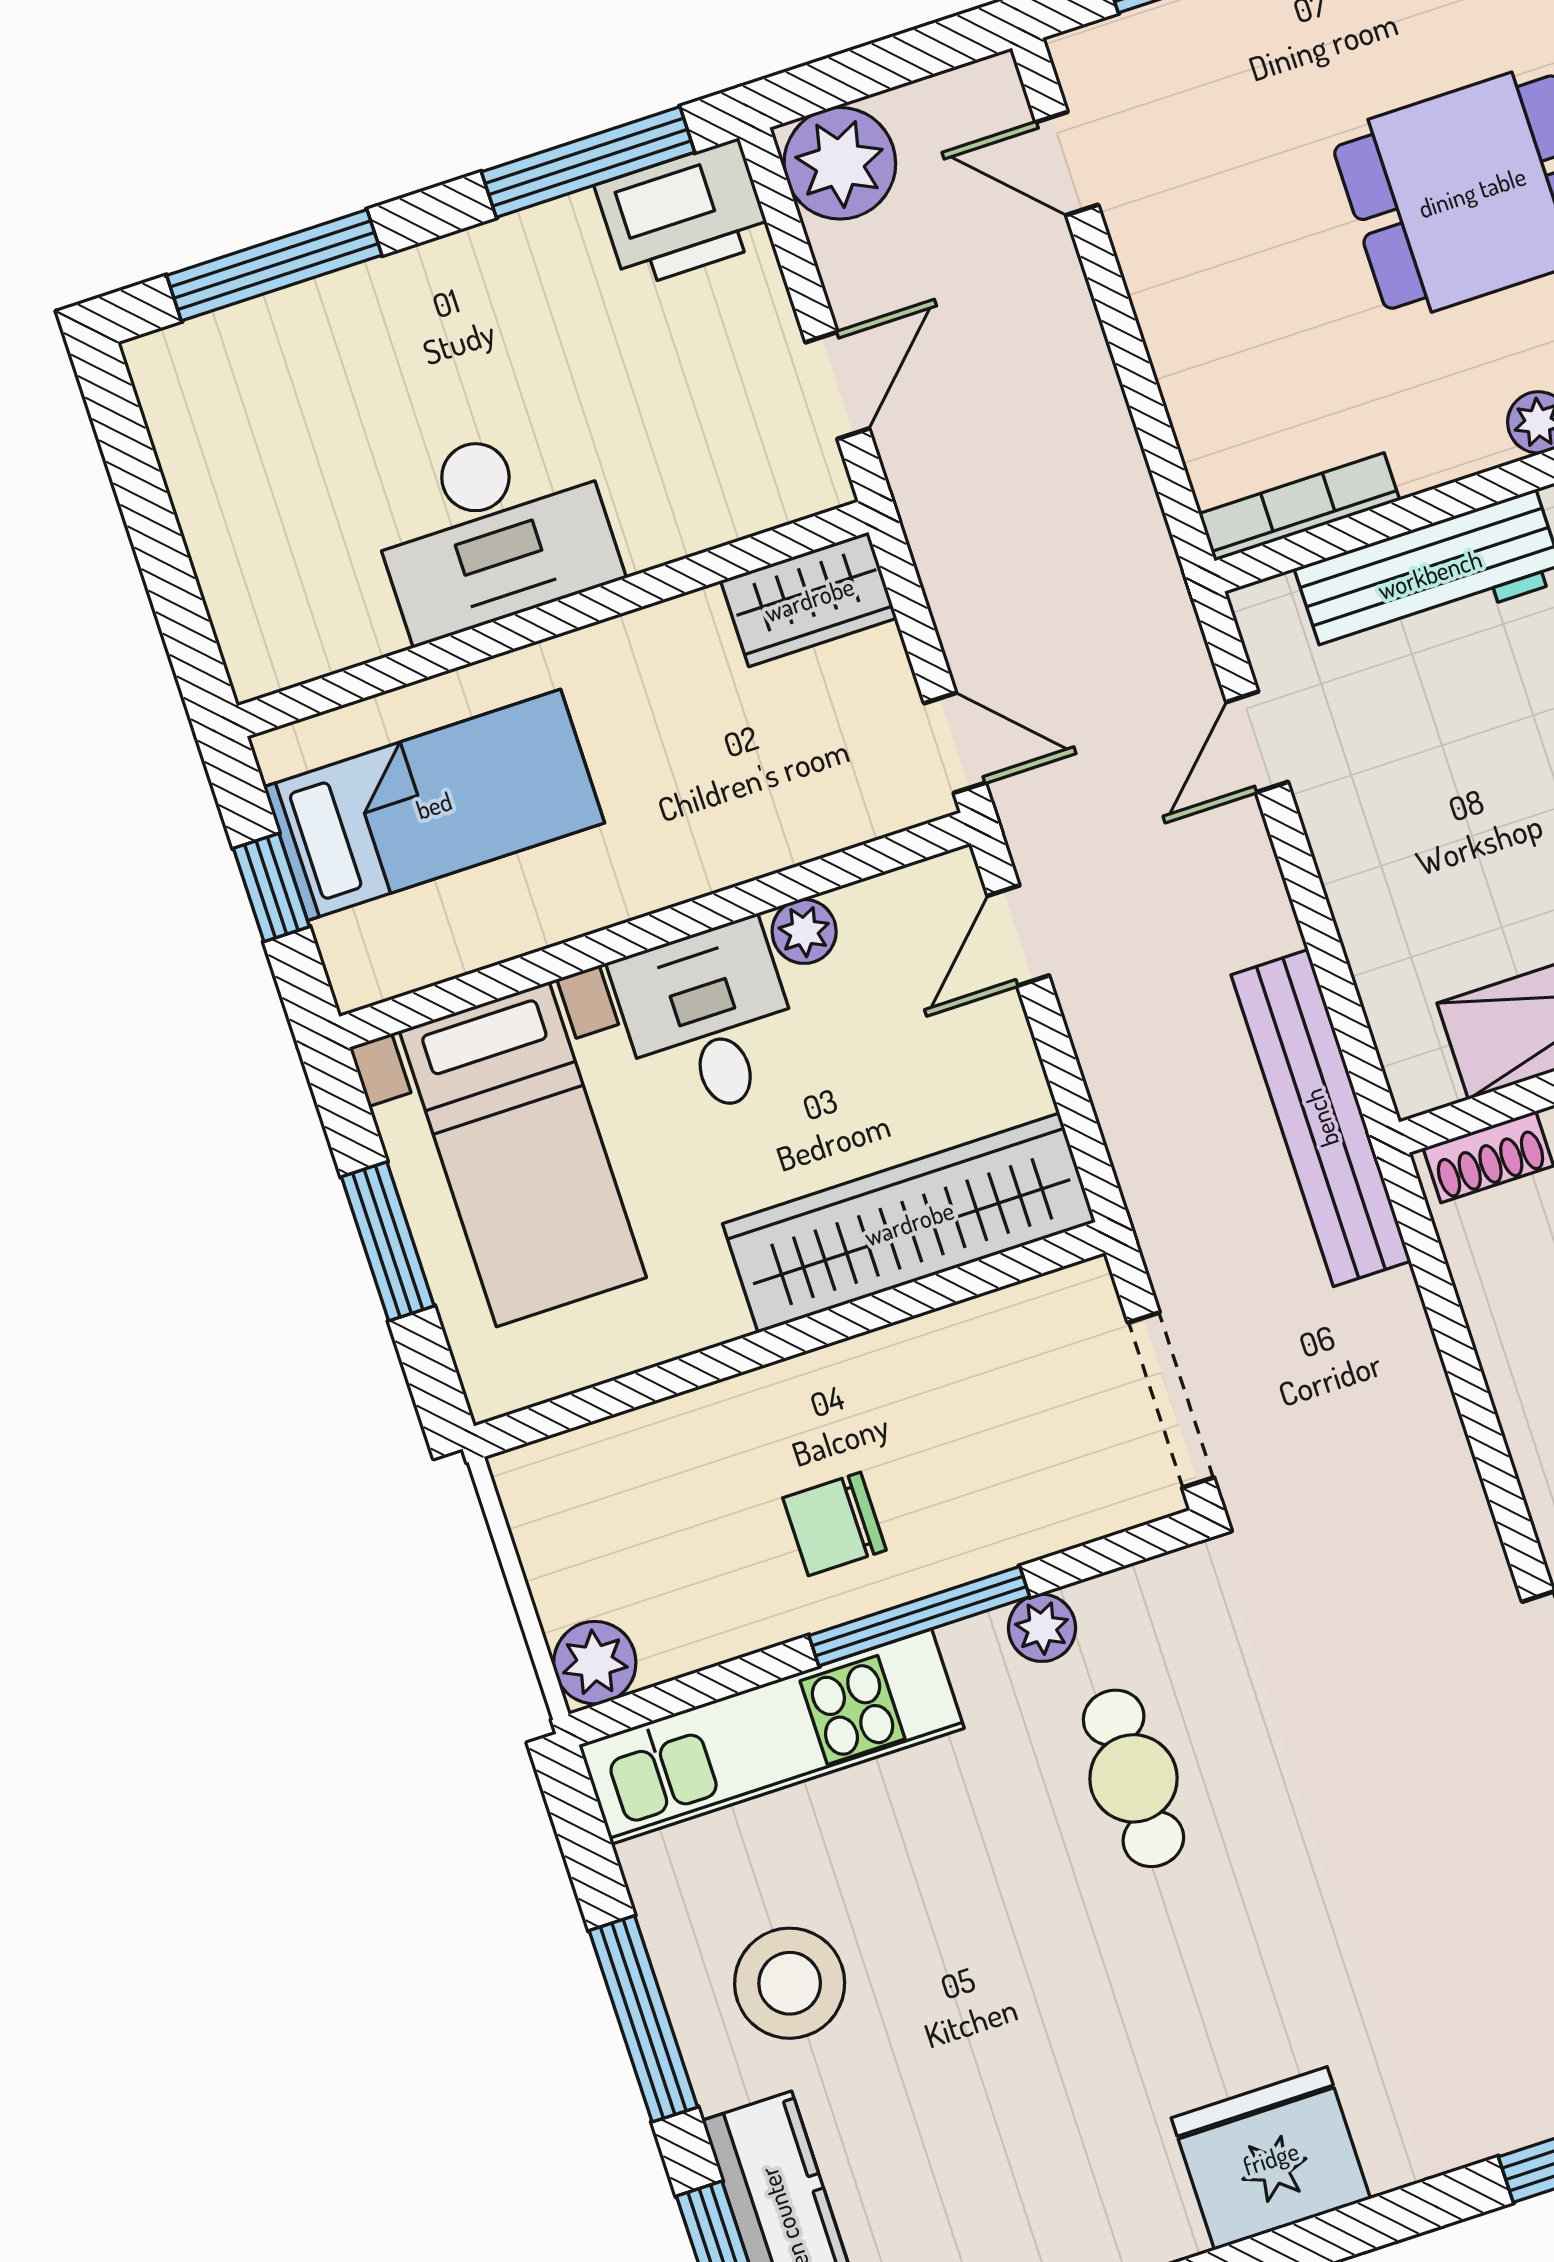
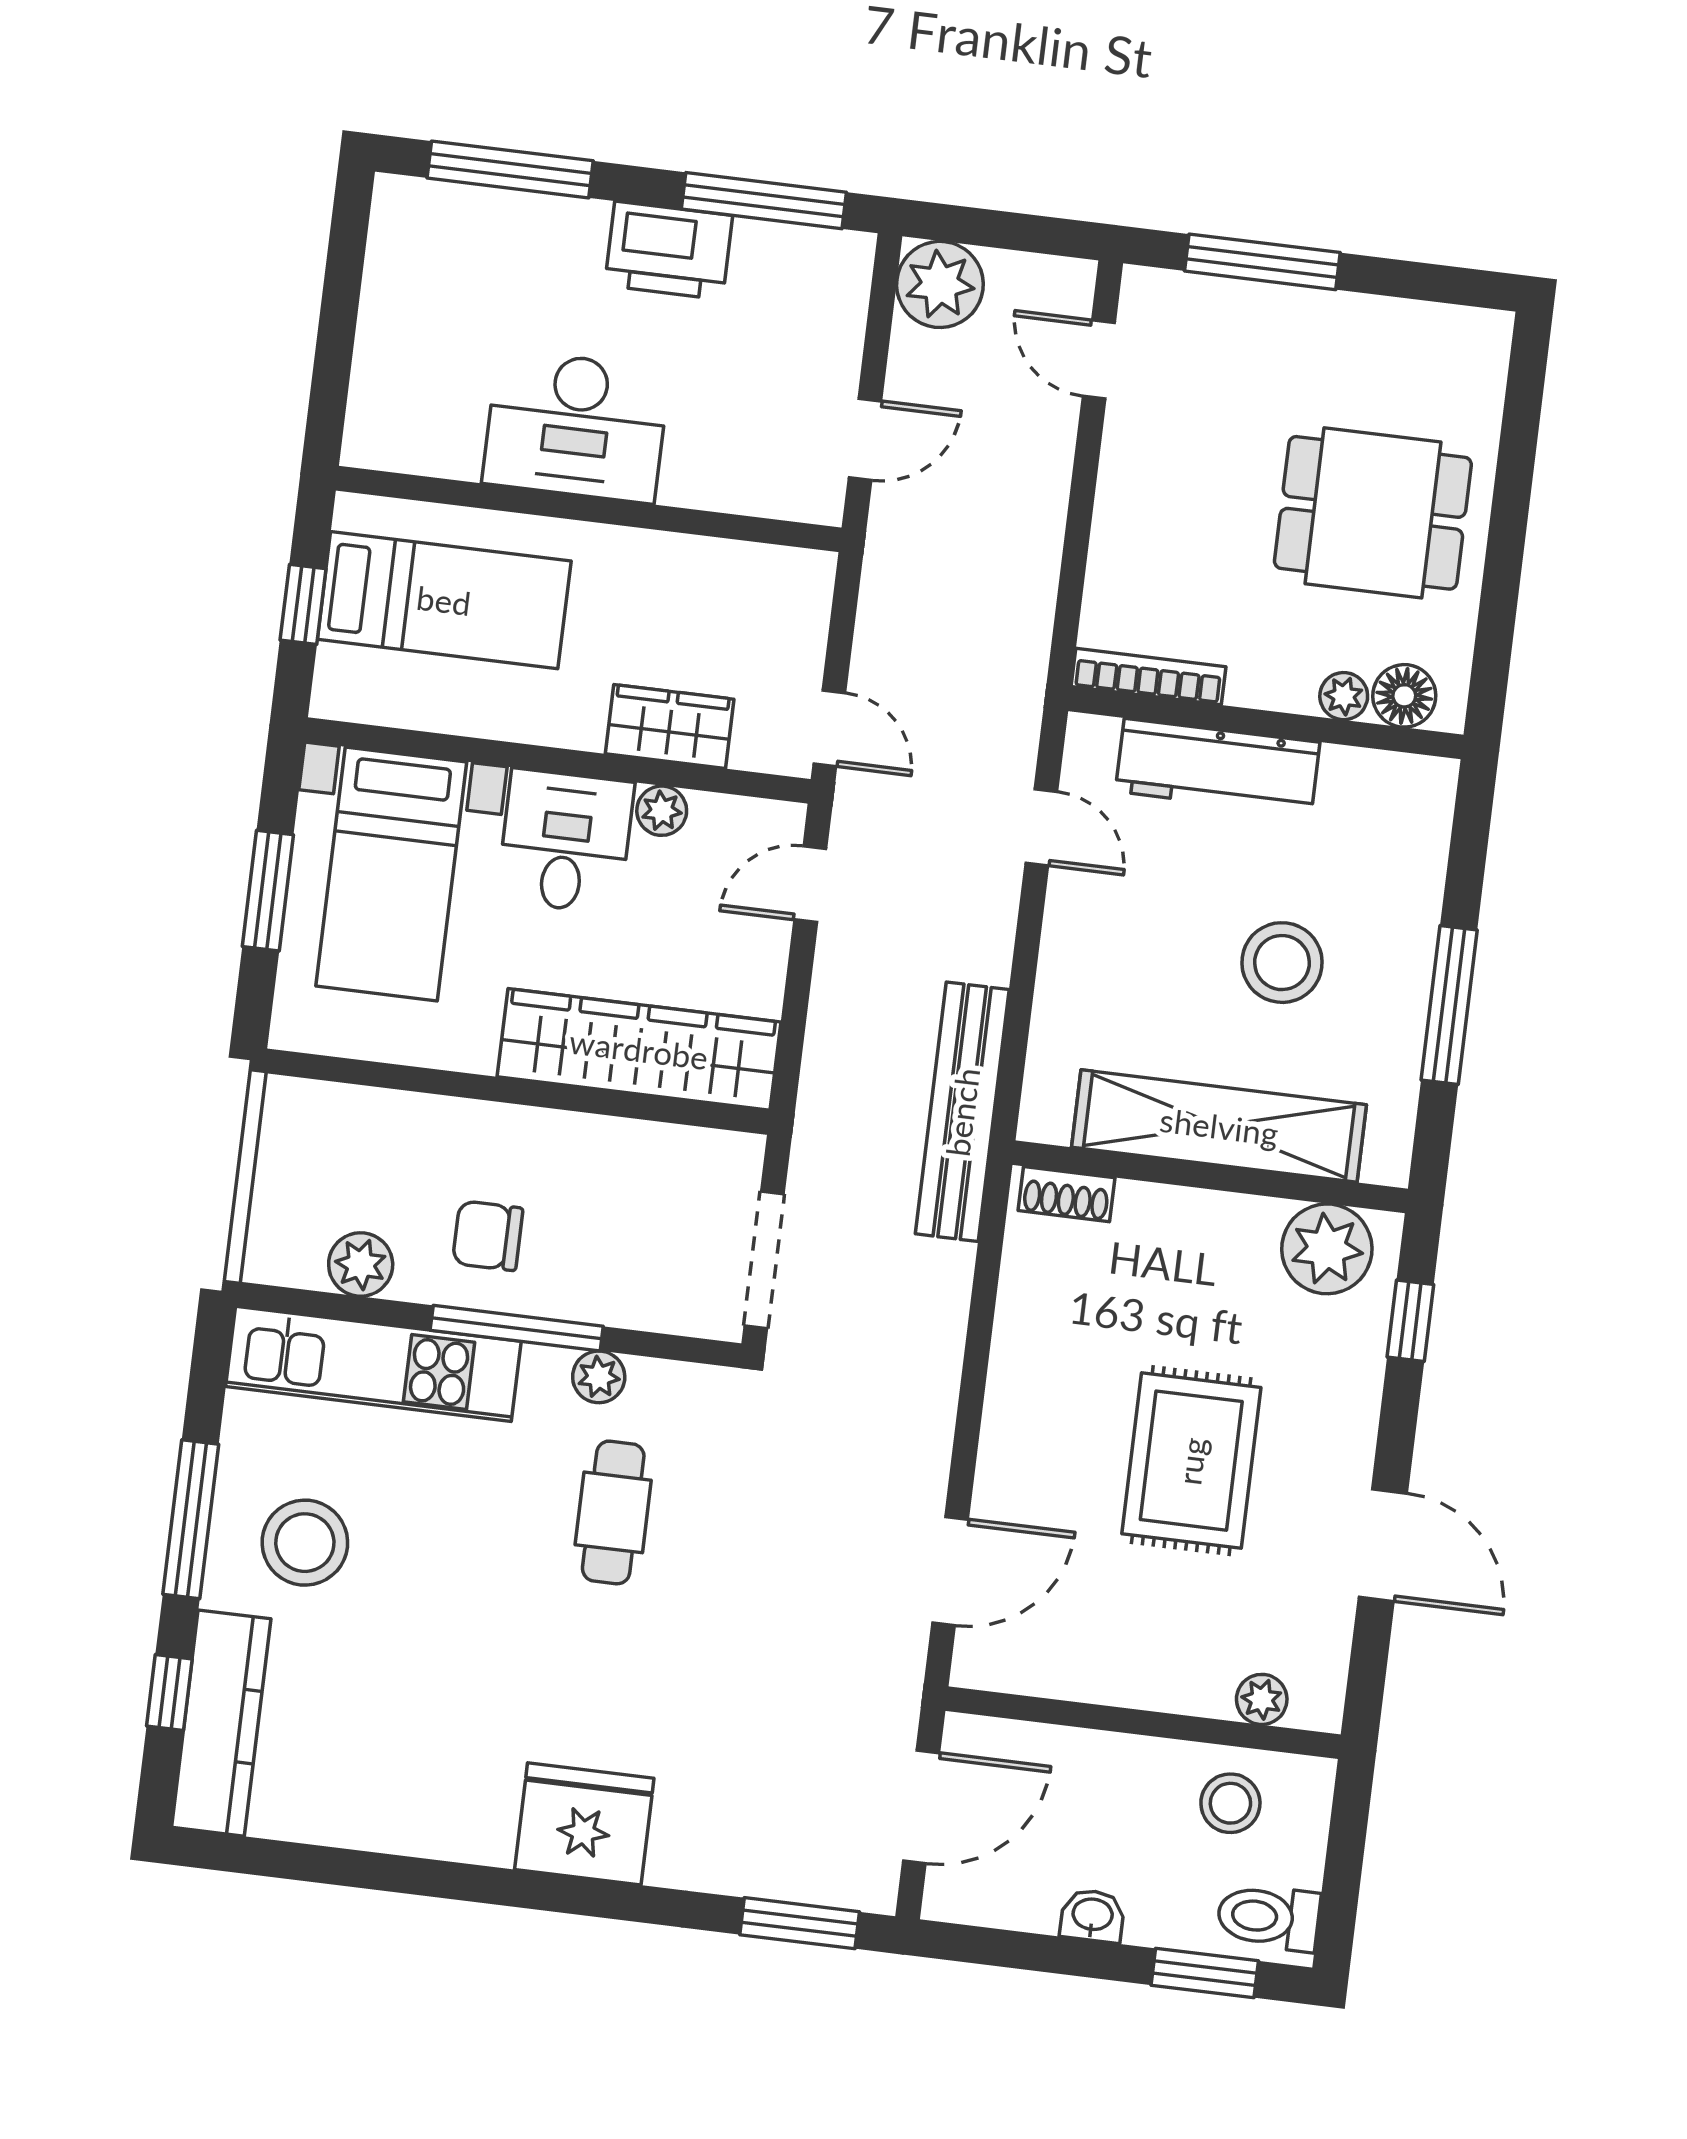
printer: (683, 214) -> (669, 251), moved
wardrobe: (809, 599) -> (670, 726), moved, turned 180
door: (1257, 742) -> (1041, 827), swing flipped
plant: (595, 1663) -> (361, 1264), moved

